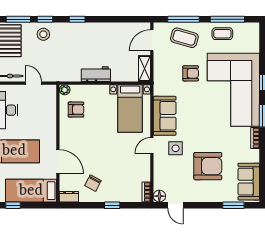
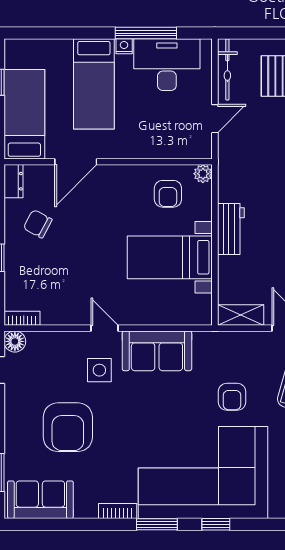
bed with nightstands: (130, 109) -> (170, 257), moved

